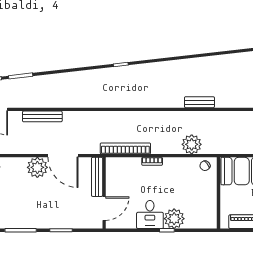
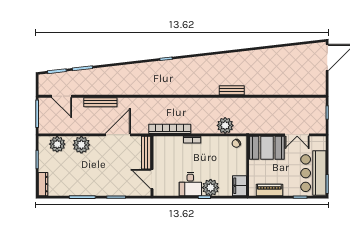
door: (63, 156) -> (118, 135), swing flipped
plant: (37, 167) -> (81, 145), moved
door: (104, 209) -> (152, 179), swing flipped
filing cabinet: (209, 217) -> (240, 186), added

